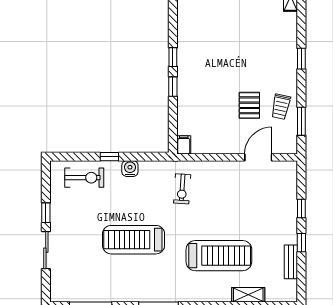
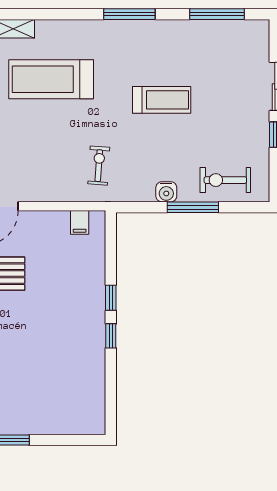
filing cabinet: (184, 145) -> (80, 222), moved
window: (109, 157) -> (193, 207), width x2.17
treadmill: (134, 240) -> (162, 100), width x0.73, depth x0.73

